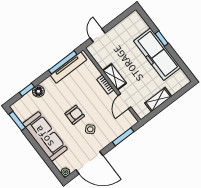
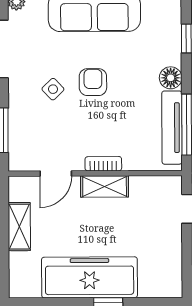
floor lamp: (38, 91) -> (171, 78), moved
door: (125, 101) -> (56, 174), swing flipped
armchair: (75, 115) -> (93, 82), turned 180

